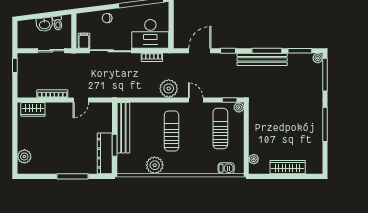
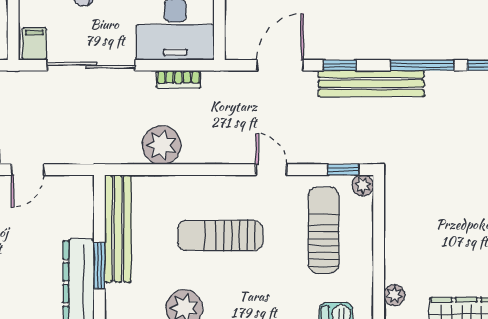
bench: (262, 59) -> (371, 84), moved
plant: (169, 88) -> (162, 145), moved
sun lounger: (172, 131) -> (220, 236), turned -90

